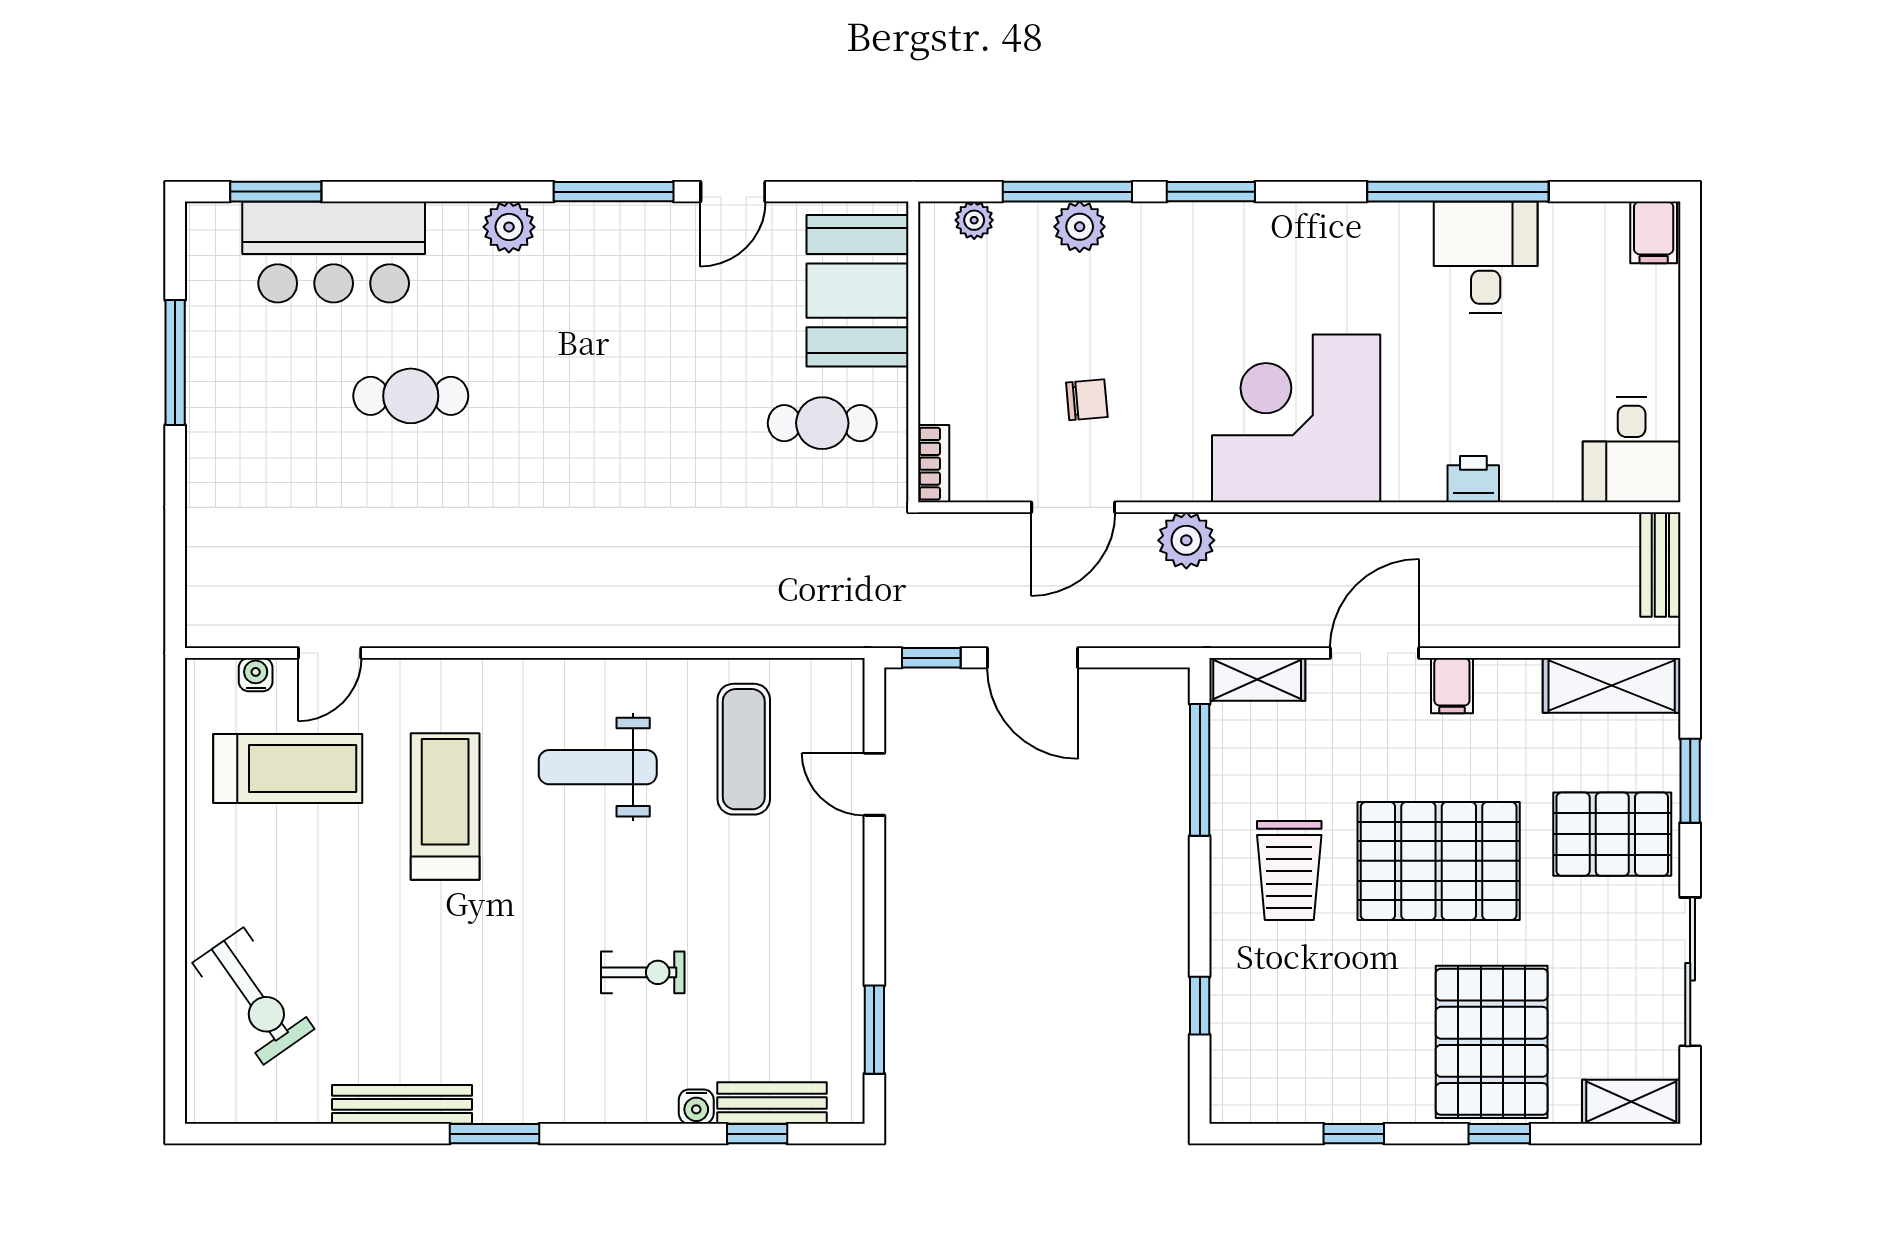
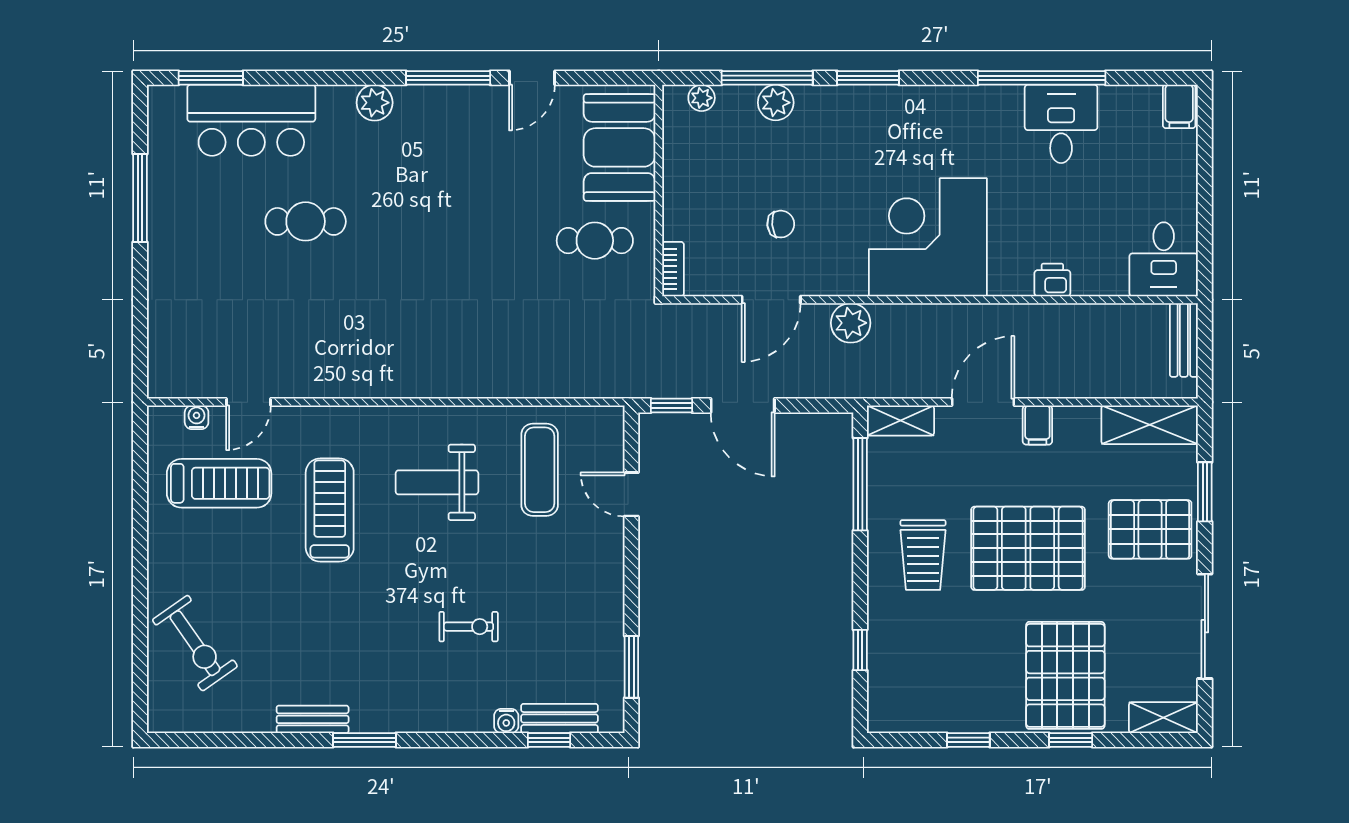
bench: (402, 1104) -> (313, 719), width x0.73

